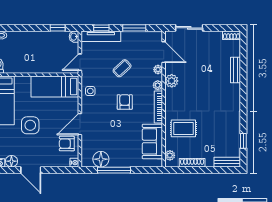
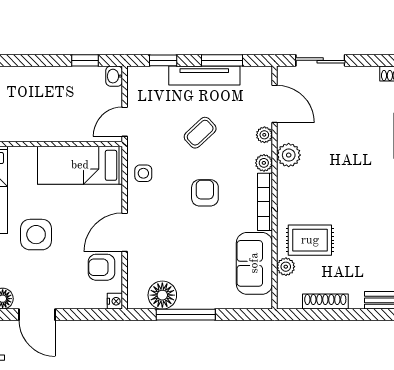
tv unit: (101, 36) -> (204, 75), moved
plant: (170, 155) -> (286, 267), moved

